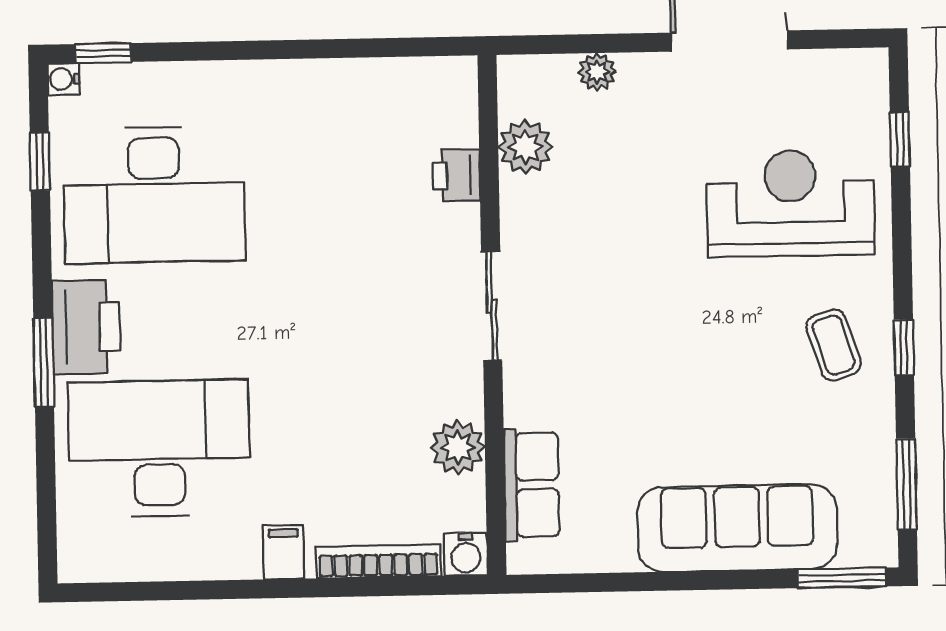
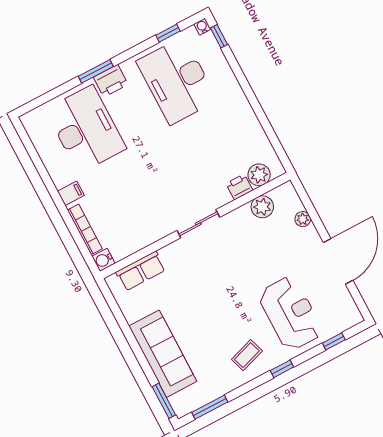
printer: (86, 327) -> (111, 81), width x0.73, depth x0.84
window: (904, 347) -> (282, 369), moved
plant: (458, 447) -> (259, 175), moved

